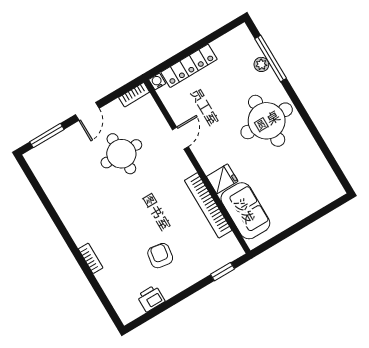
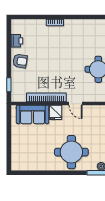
door: (180, 138) -> (75, 104), moved
armchair: (160, 256) -> (20, 61), moved

